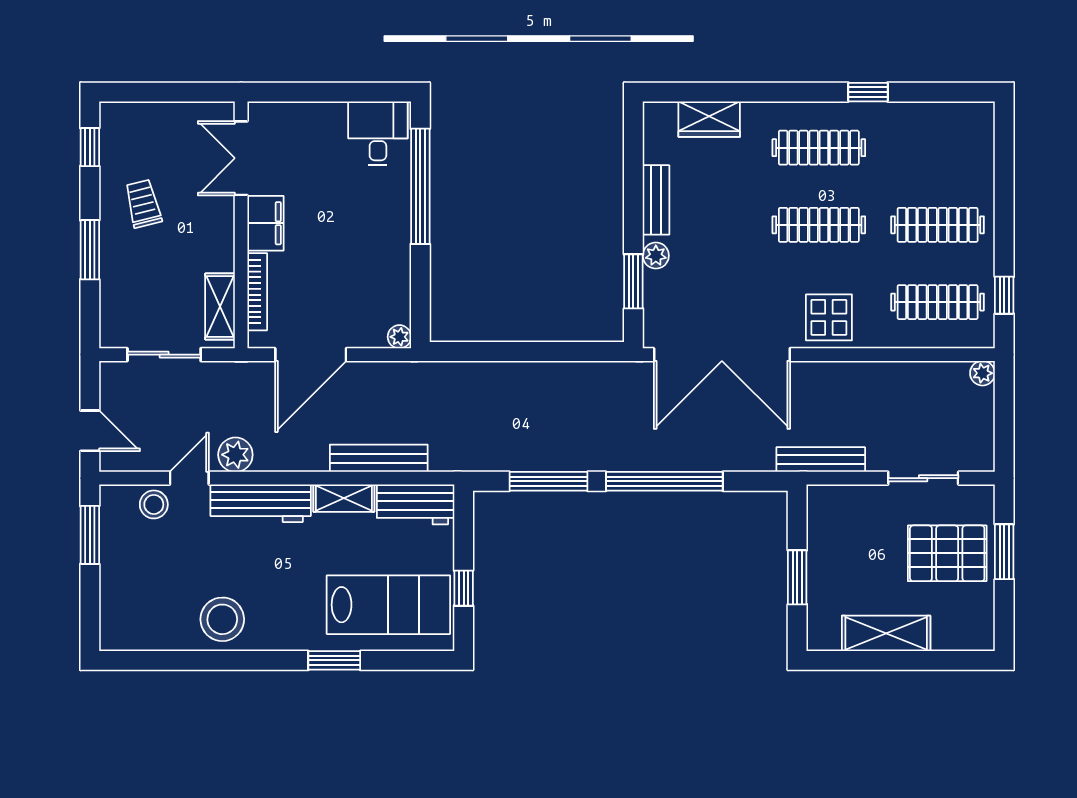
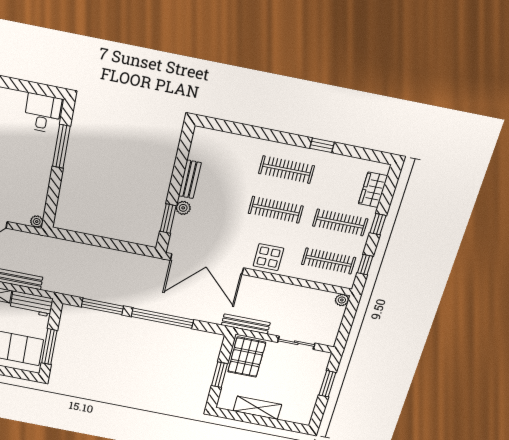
wardrobe: (709, 119) -> (373, 190), moved, turned 90
window: (420, 186) -> (61, 146), width x0.68
window: (1004, 214) -> (378, 224), added
pallet: (947, 553) -> (247, 357), moved, turned 90
window: (464, 588) -> (49, 347), width x2.17

